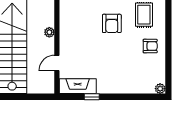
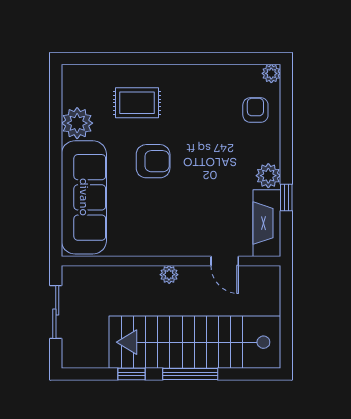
armchair: (150, 46) -> (255, 110), moved
plant: (104, 87) -> (268, 176), added

